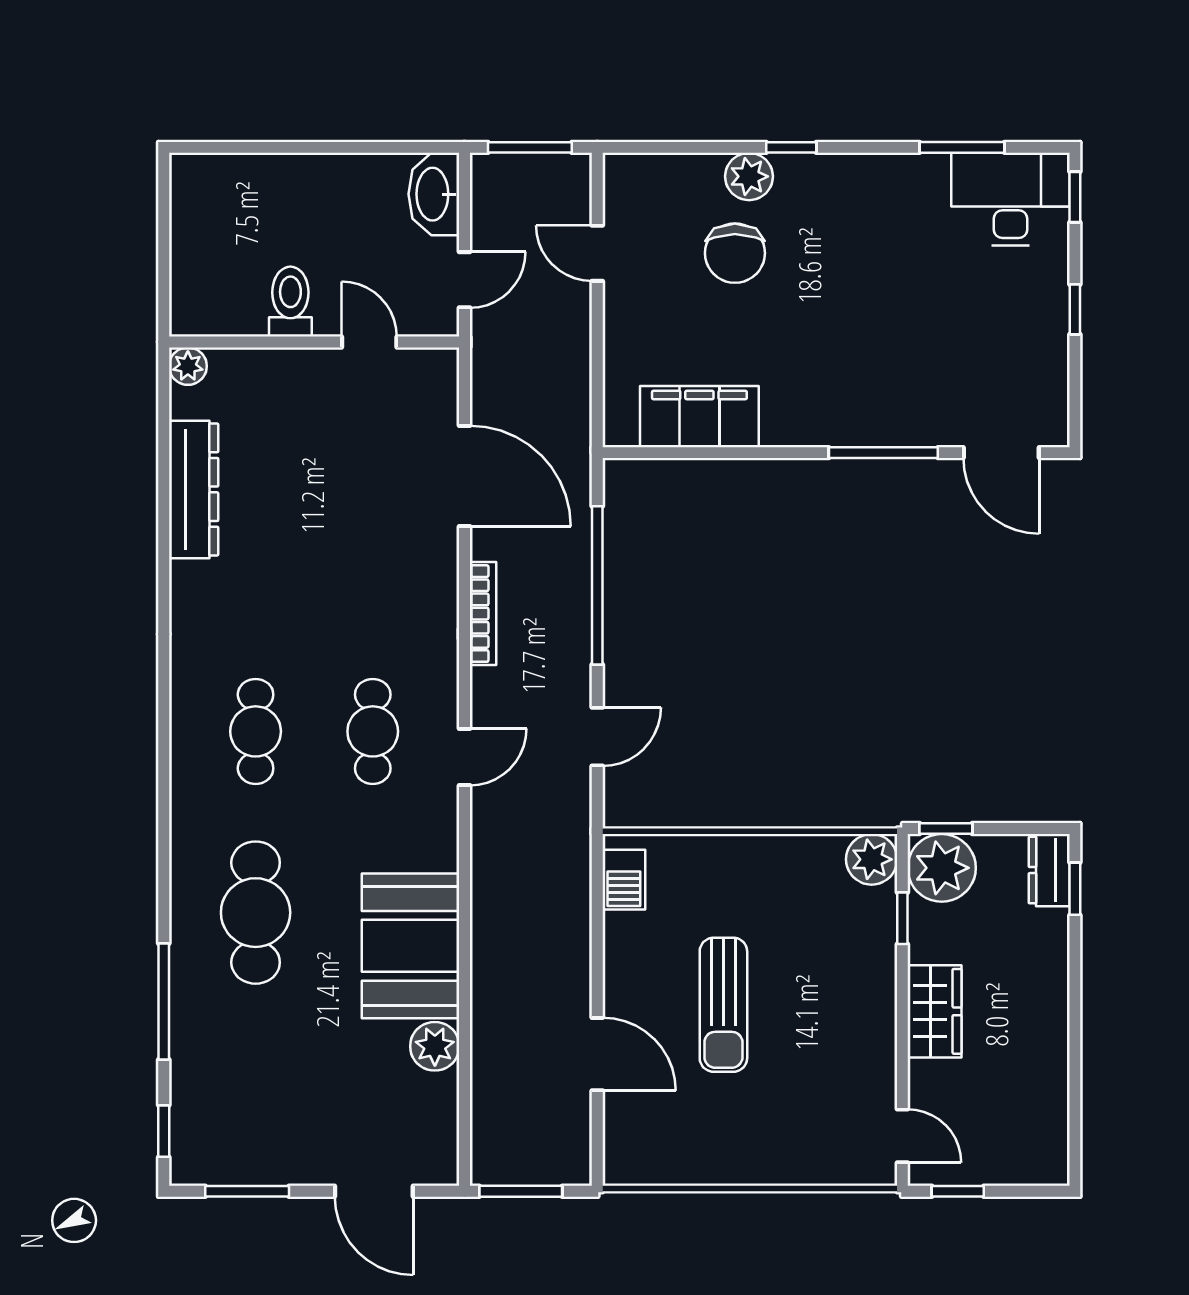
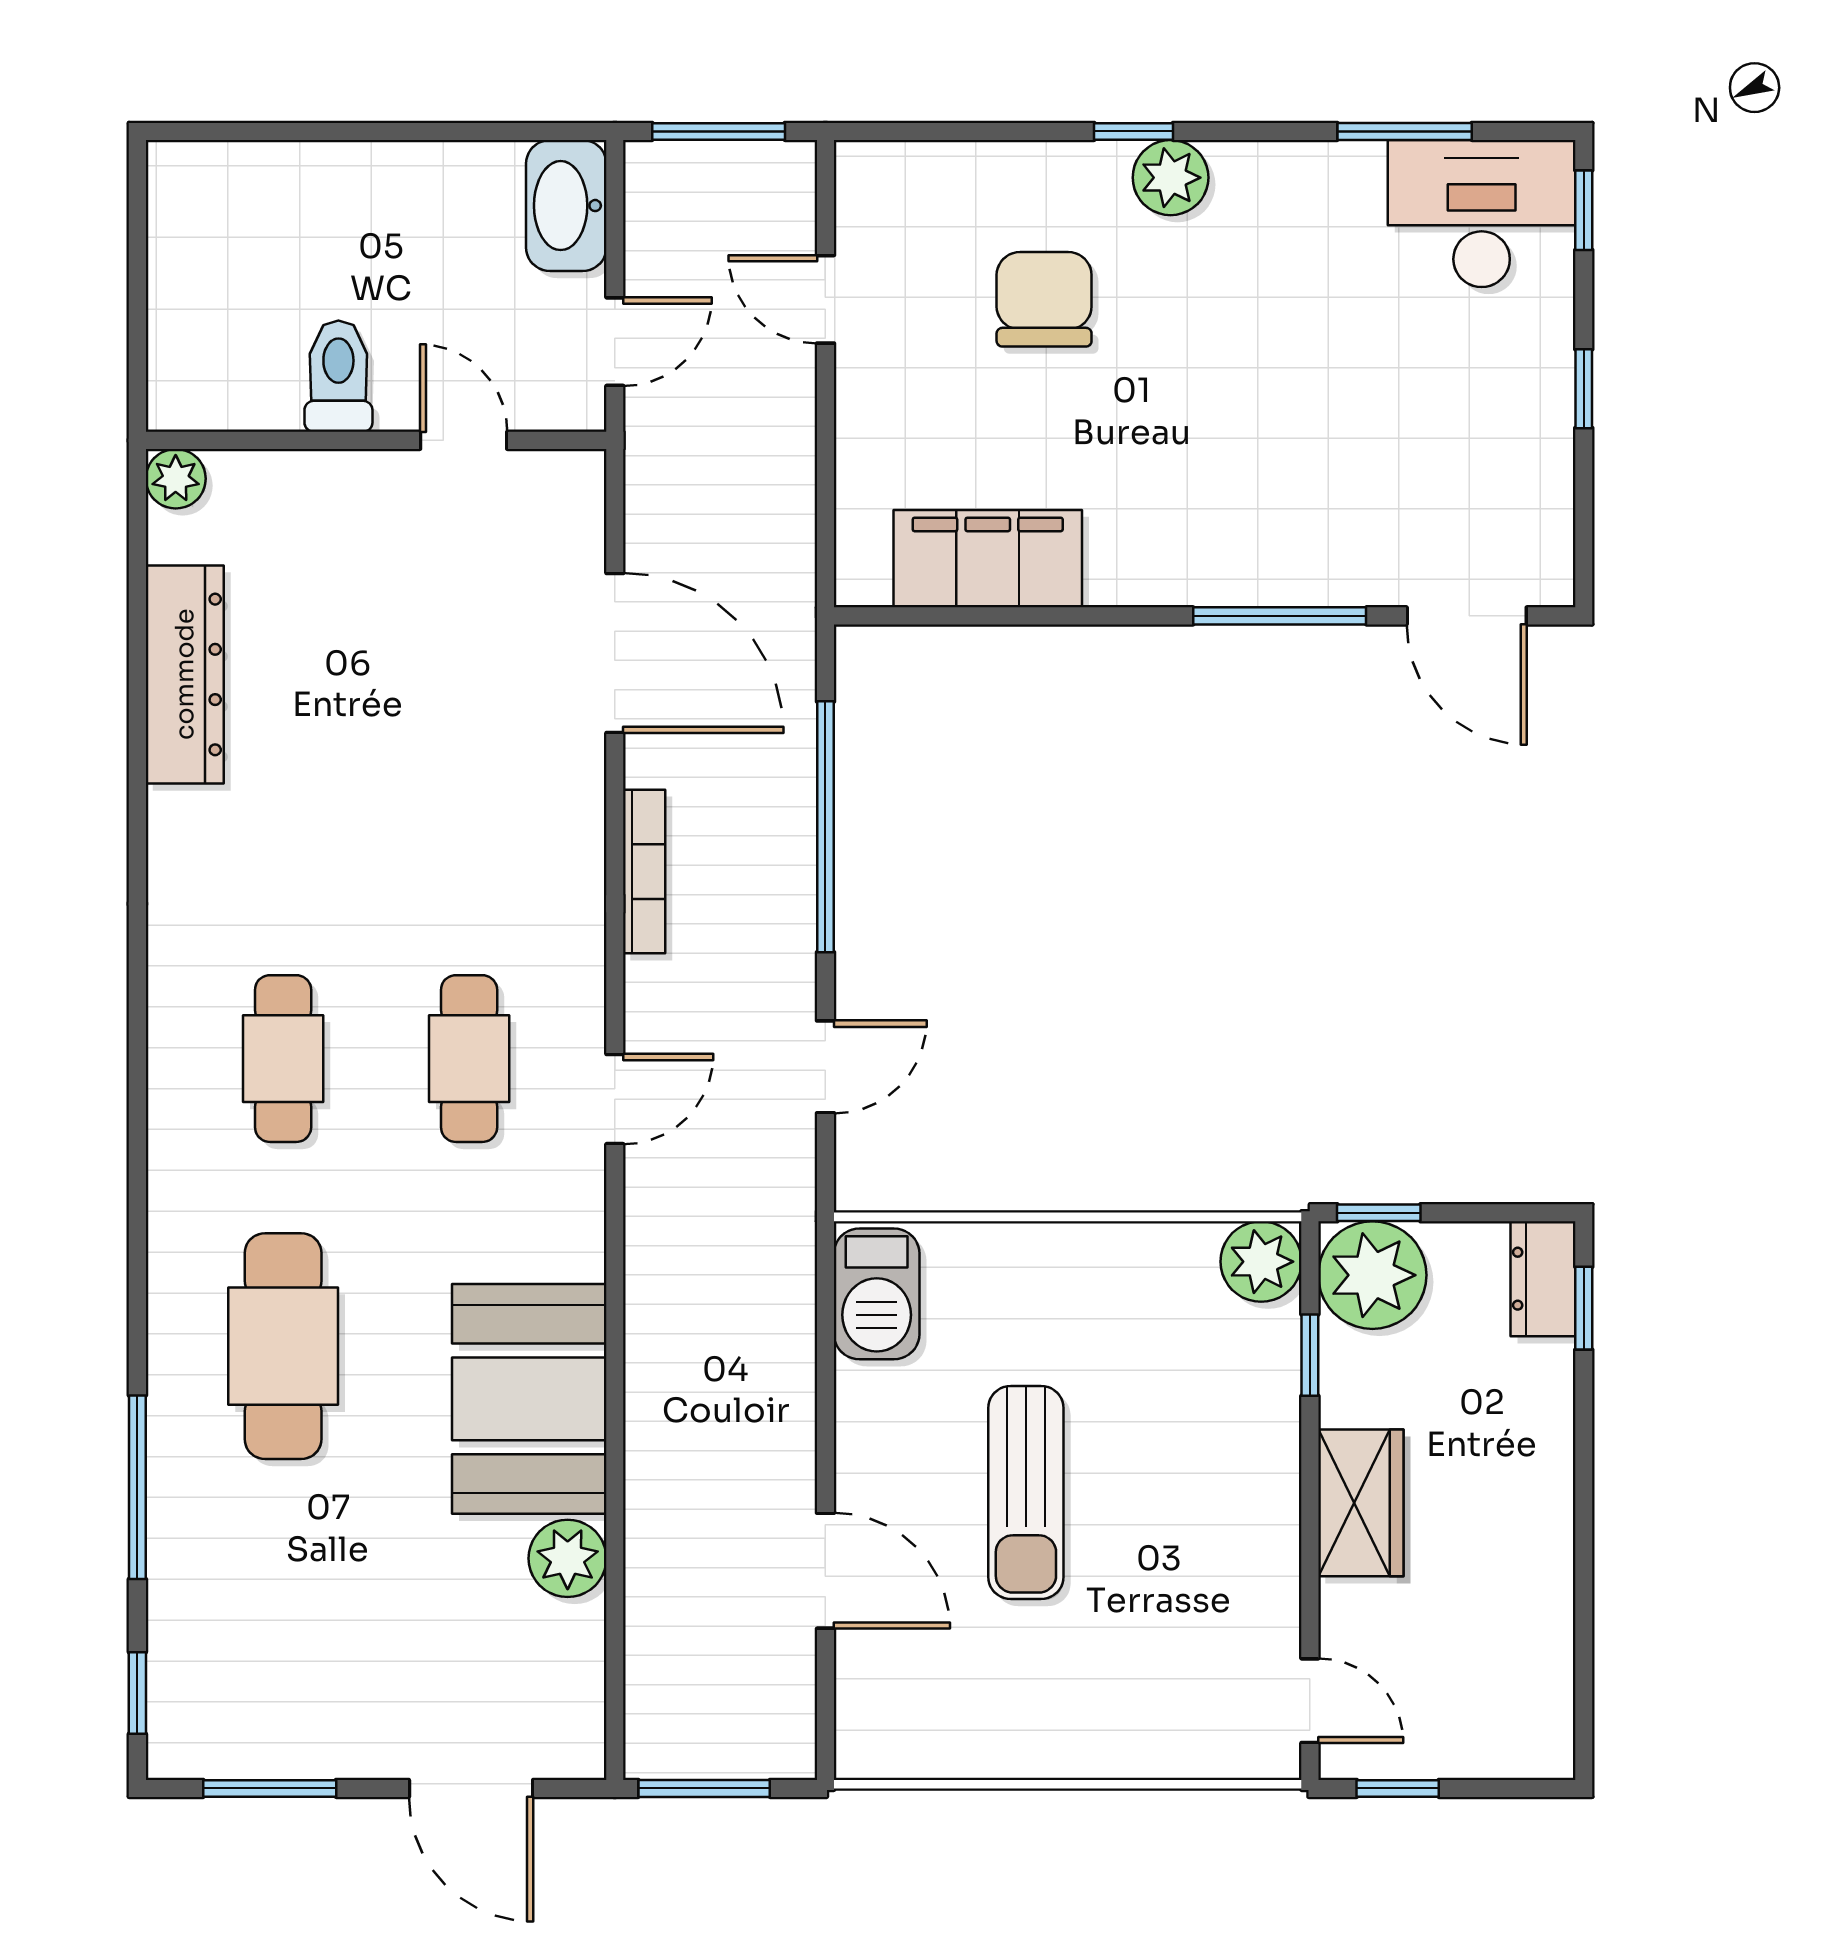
plant: (749, 176) -> (1171, 178), moved
chair: (735, 253) -> (1044, 299), turned 180
barbecue: (624, 880) -> (877, 1294), width x1.38, depth x1.27

